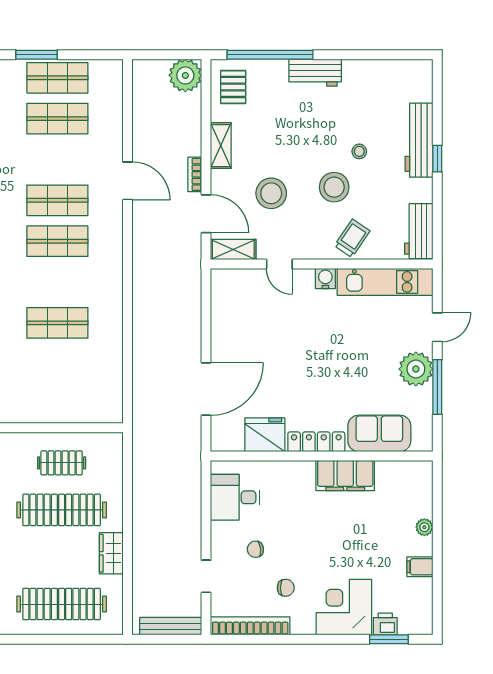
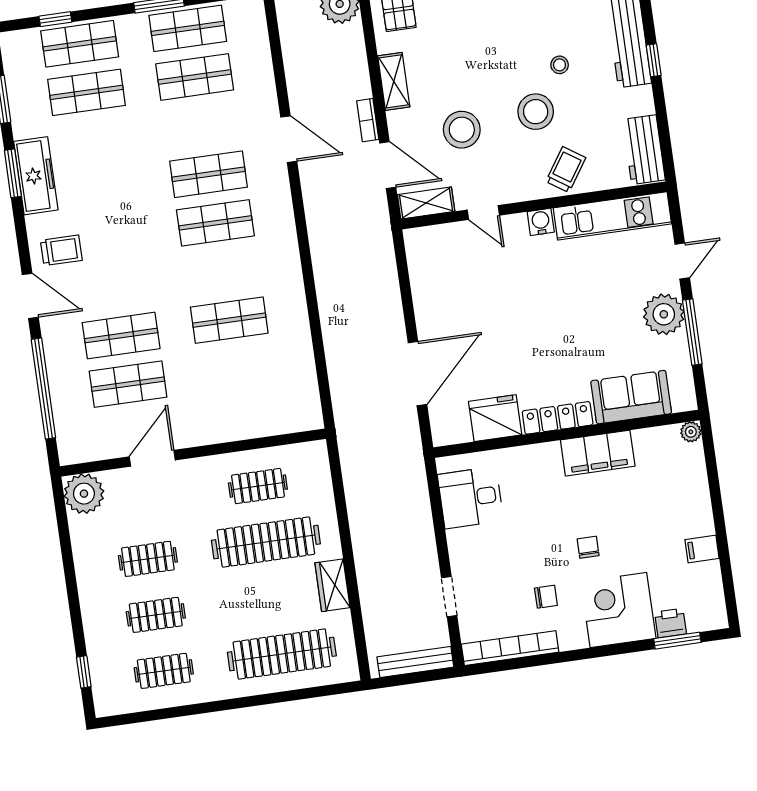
plant: (424, 527) -> (691, 432), moved
chair: (255, 549) -> (588, 547), moved, turned 97

